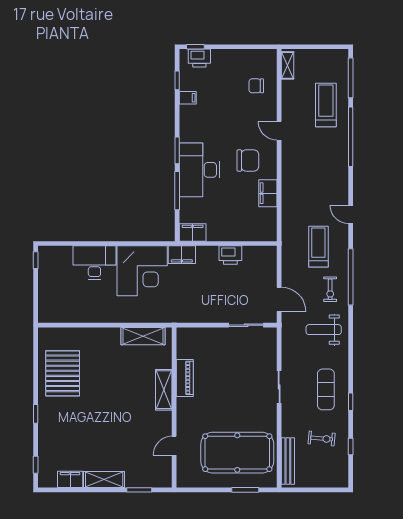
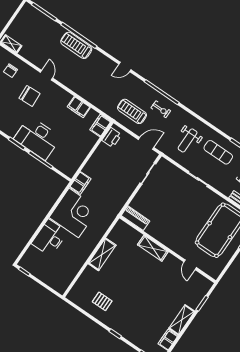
treadmill: (326, 105) -> (76, 45), moved
door: (279, 131) -> (46, 75), swing flipped
chair: (248, 160) -> (30, 96), moved, turned 87
filing cabinet: (193, 232) -> (100, 126), moved
treadmill: (318, 247) -> (132, 111), moved
printer: (230, 255) -> (112, 137), moved
weight bench: (324, 330) -> (188, 140), moved
shelving: (143, 336) -> (102, 254), moved
pallet: (63, 373) -> (102, 301), width x0.49, depth x0.50
piano: (185, 378) -> (135, 218), moved

